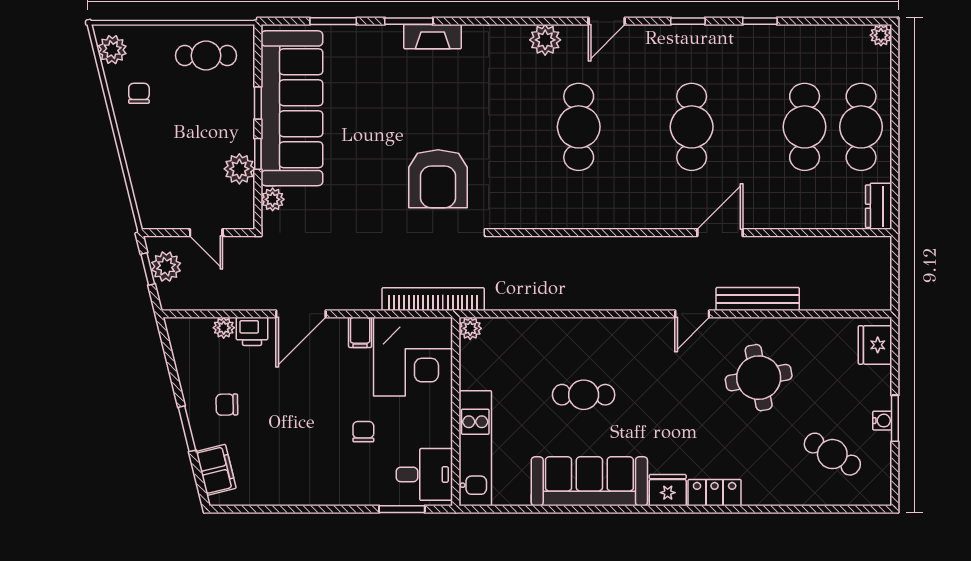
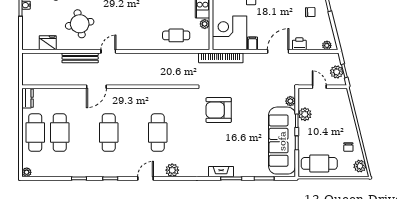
cafe table: (206, 56) -> (319, 163), width x1.37, depth x1.35
armchair: (438, 179) -> (219, 110), turned -90
plant: (224, 328) -> (327, 45), moved
plant: (470, 328) -> (205, 24), moved
fridge: (875, 345) -> (48, 43), moved, turned -90
cafe table: (584, 395) -> (176, 35), moved

